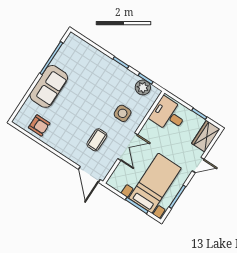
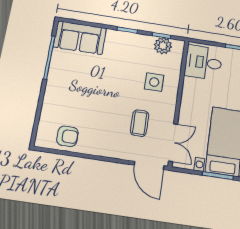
sofa: (49, 86) -> (80, 38), moved, turned 90
double door: (128, 147) -> (173, 143), moved

